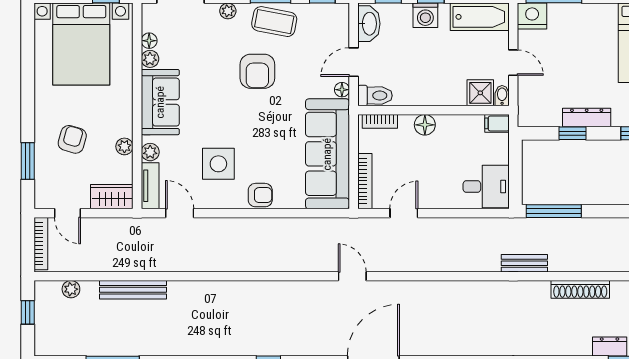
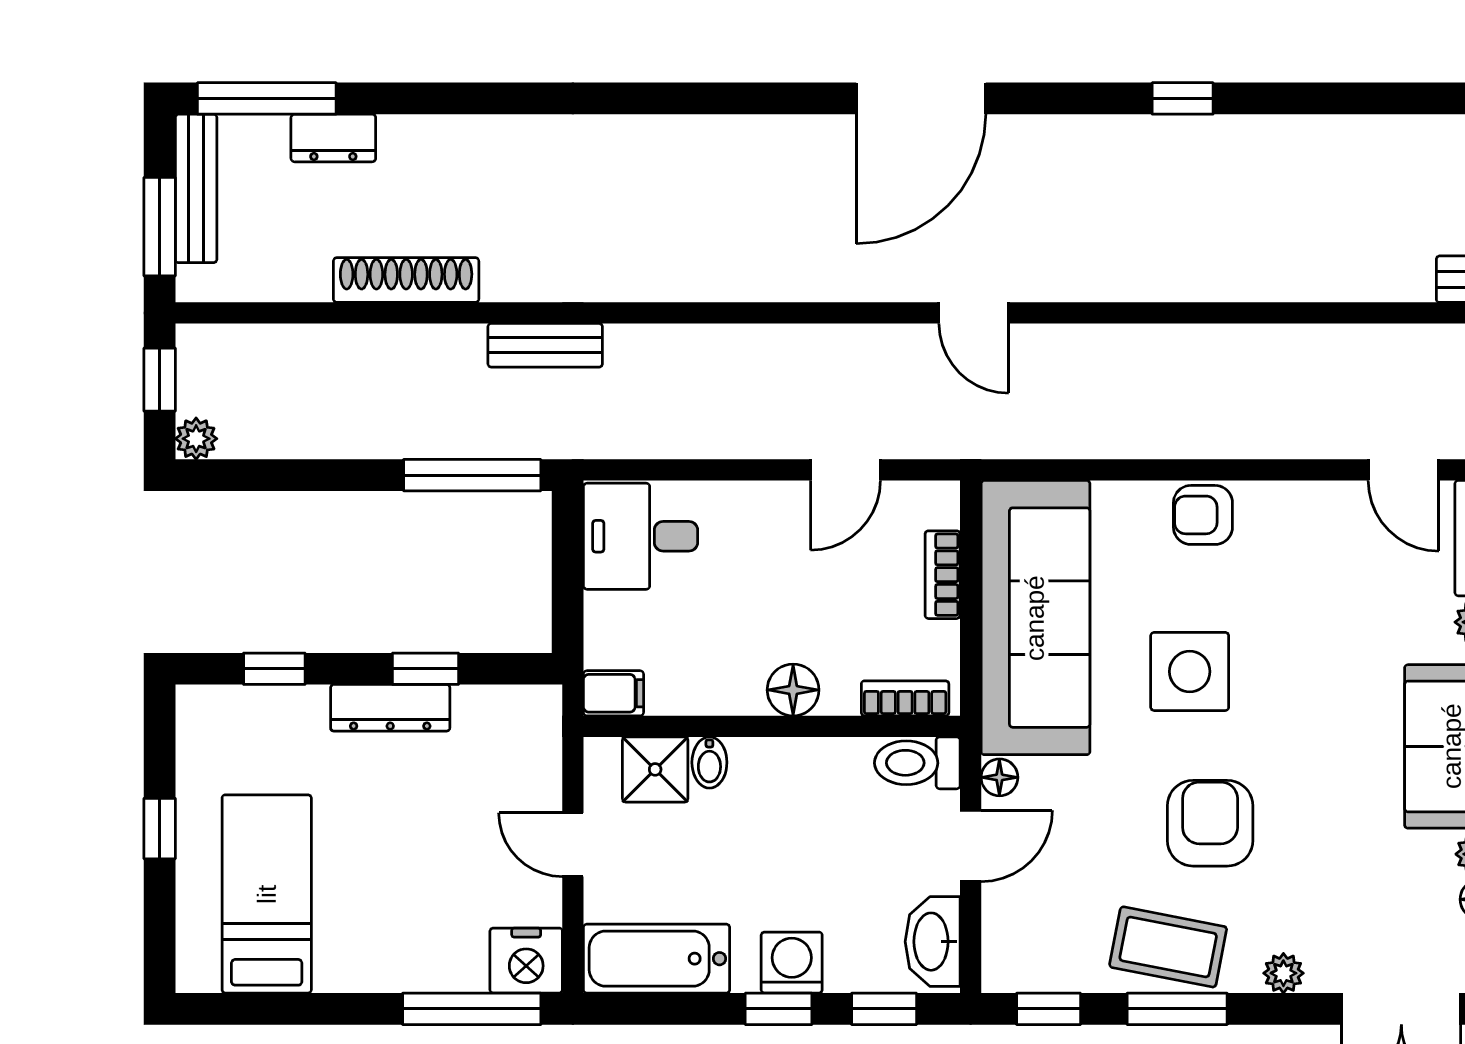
bidet: (502, 96) -> (709, 762), moved
side table: (218, 164) -> (1190, 671), moved
bookcase: (365, 181) -> (943, 575), width x0.64

